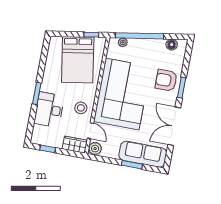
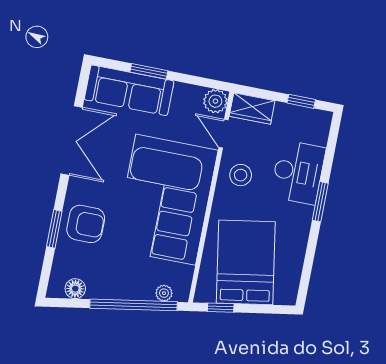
window: (182, 88) -> (54, 229), moved

